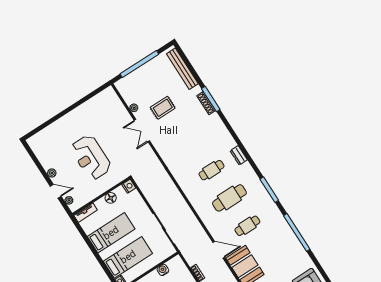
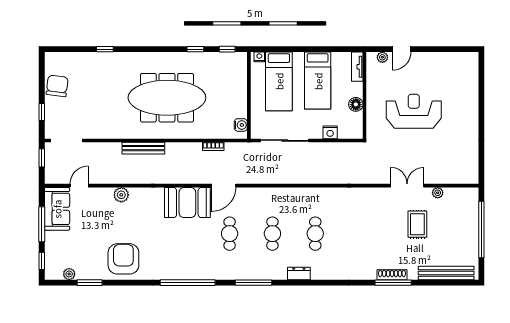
dresser: (239, 155) -> (299, 274), moved
plant: (52, 173) -> (424, 58), removed
nightstand: (129, 186) -> (330, 132), moved
cafe table: (229, 198) -> (272, 234), width x0.73, depth x0.74
water cooler: (163, 270) -> (241, 125), moved

